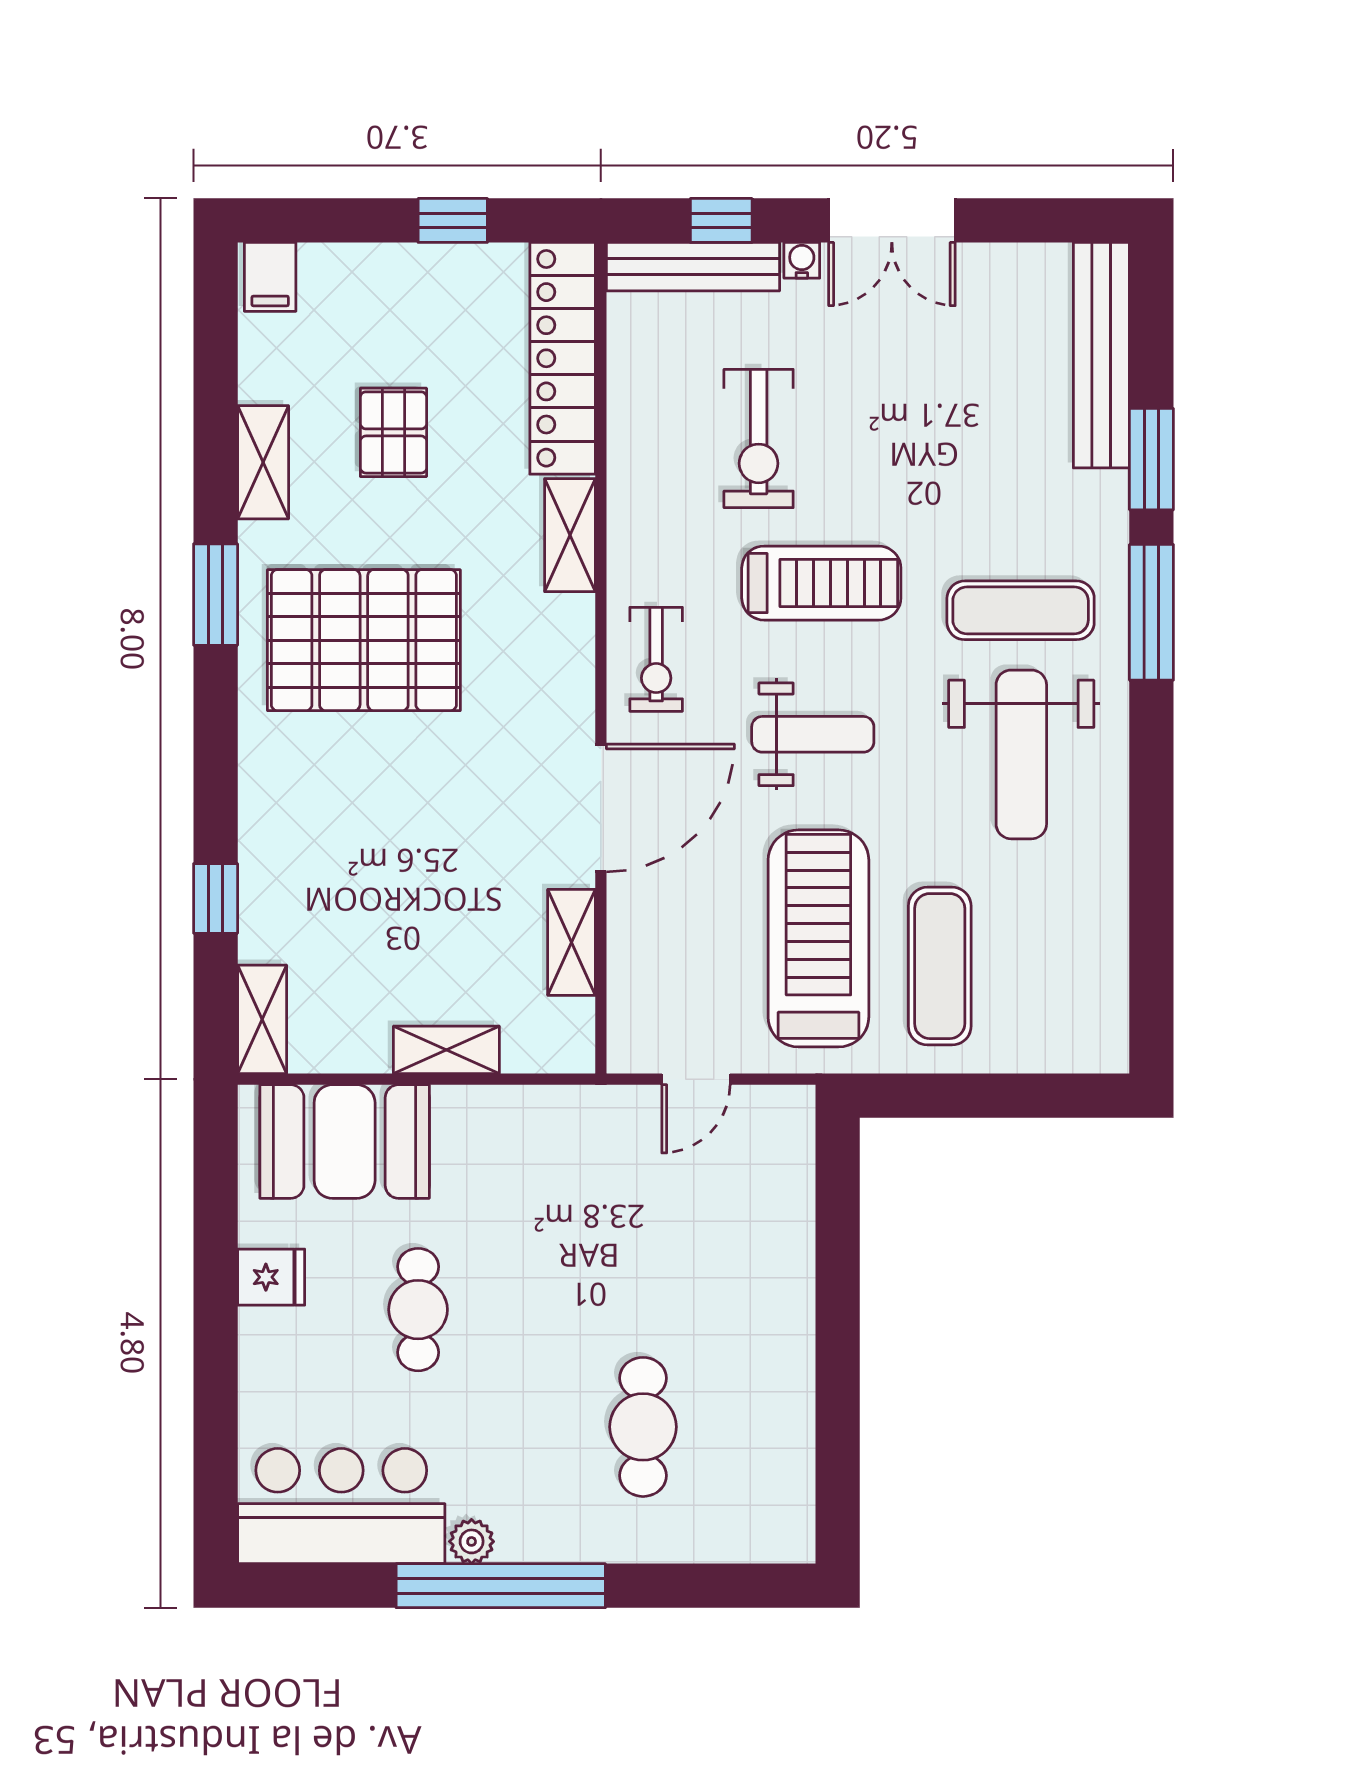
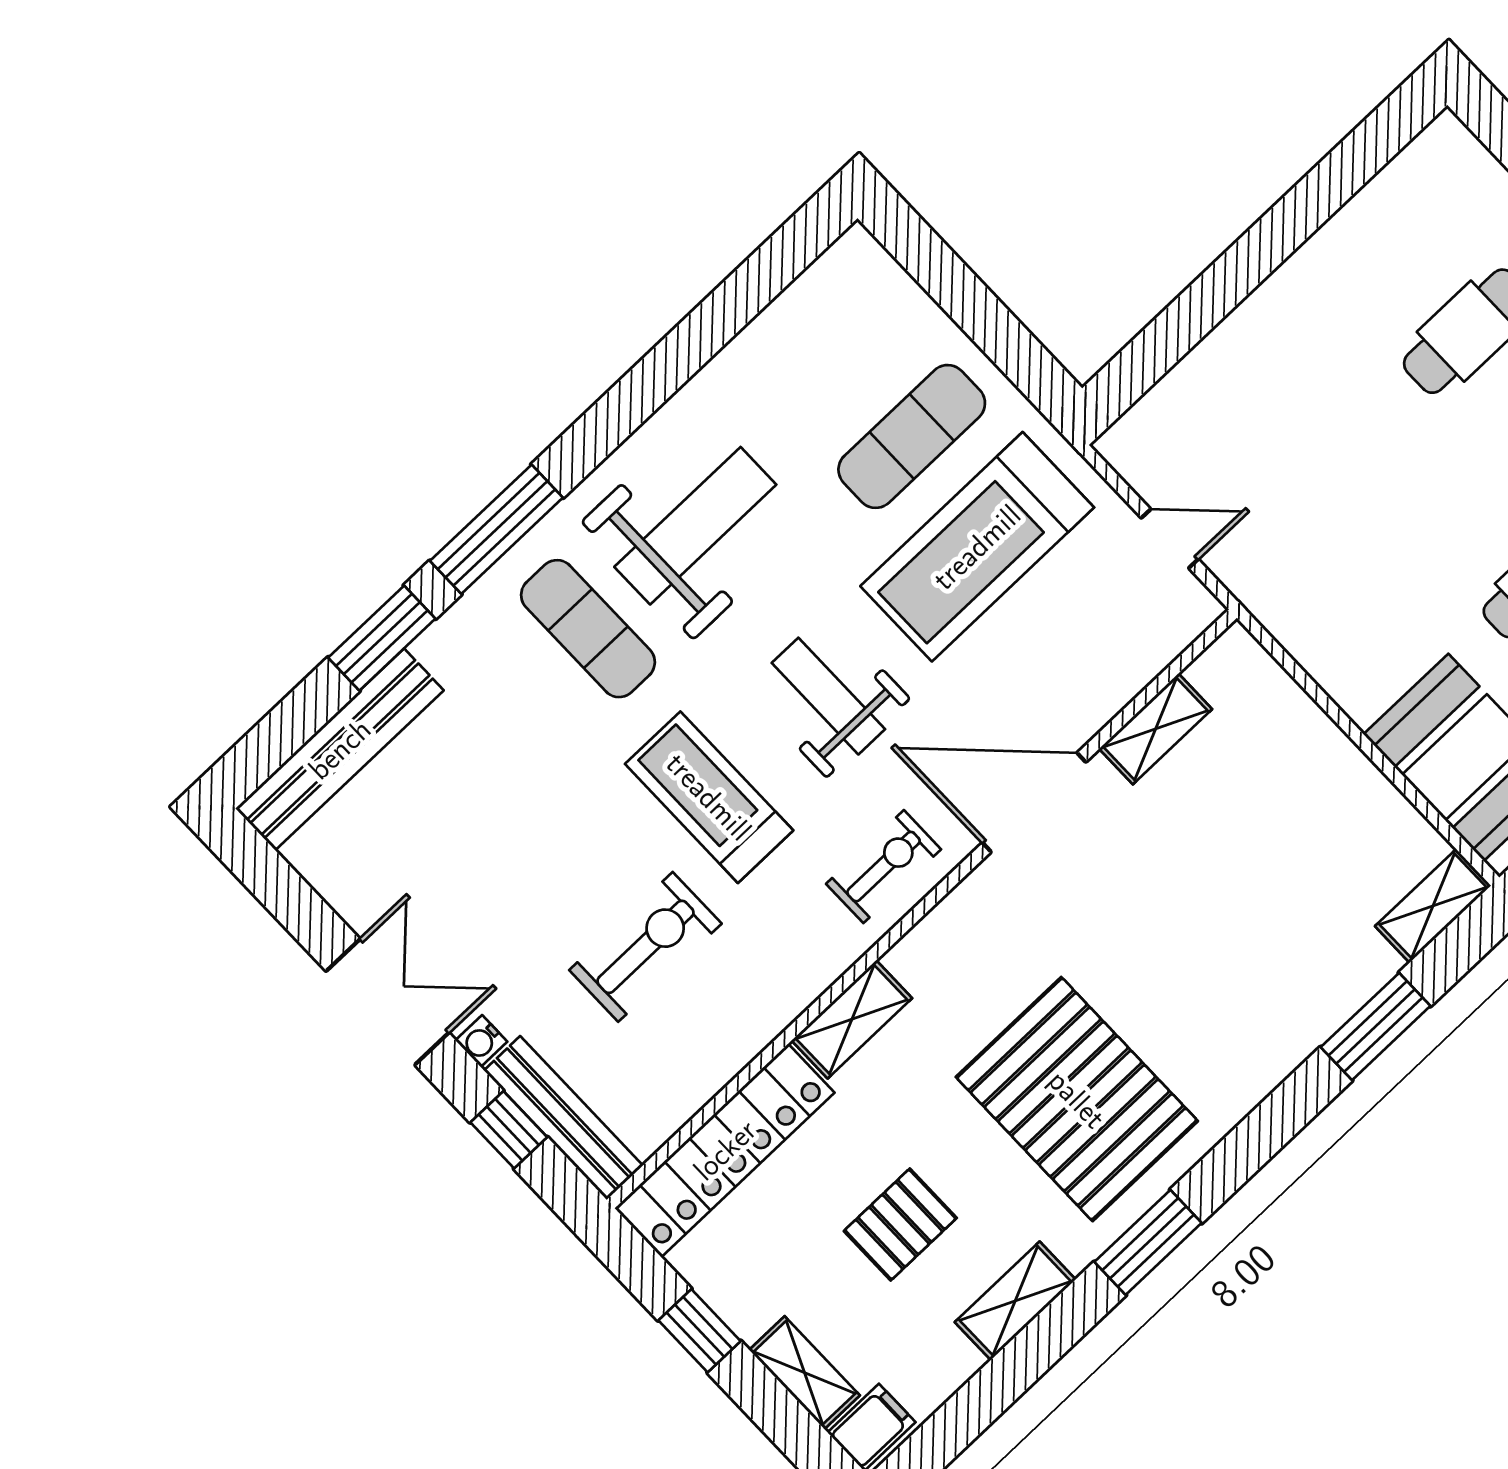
window: (216, 898) -> (1376, 1027), width x1.50
shelving: (446, 1050) -> (804, 1373), moved

